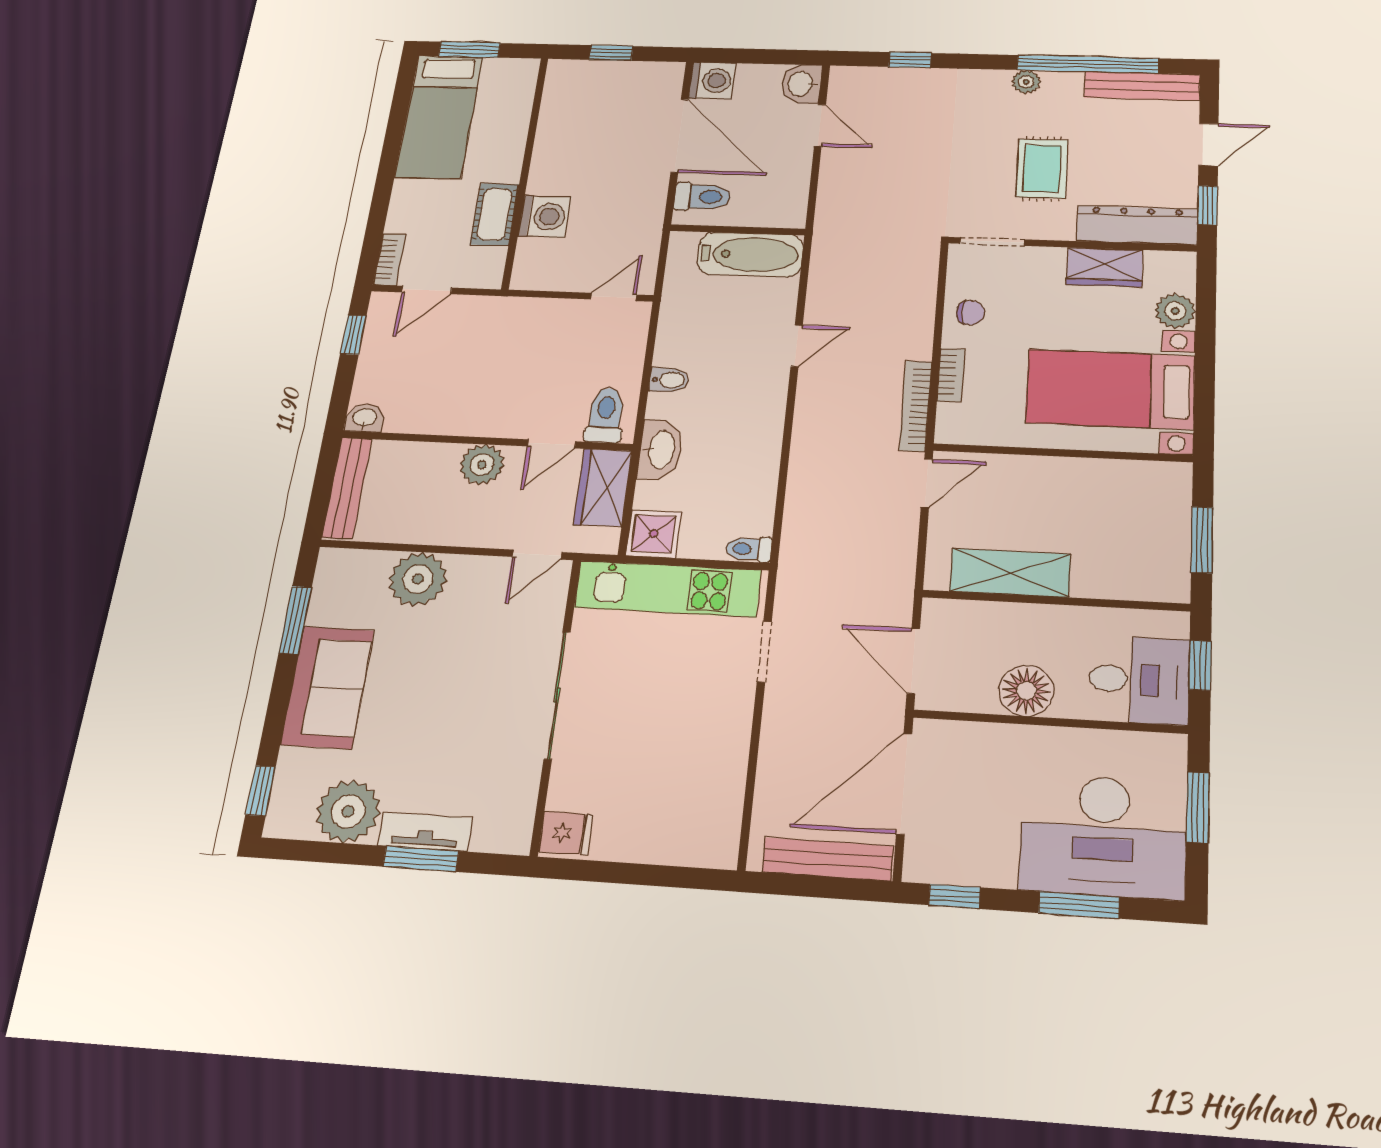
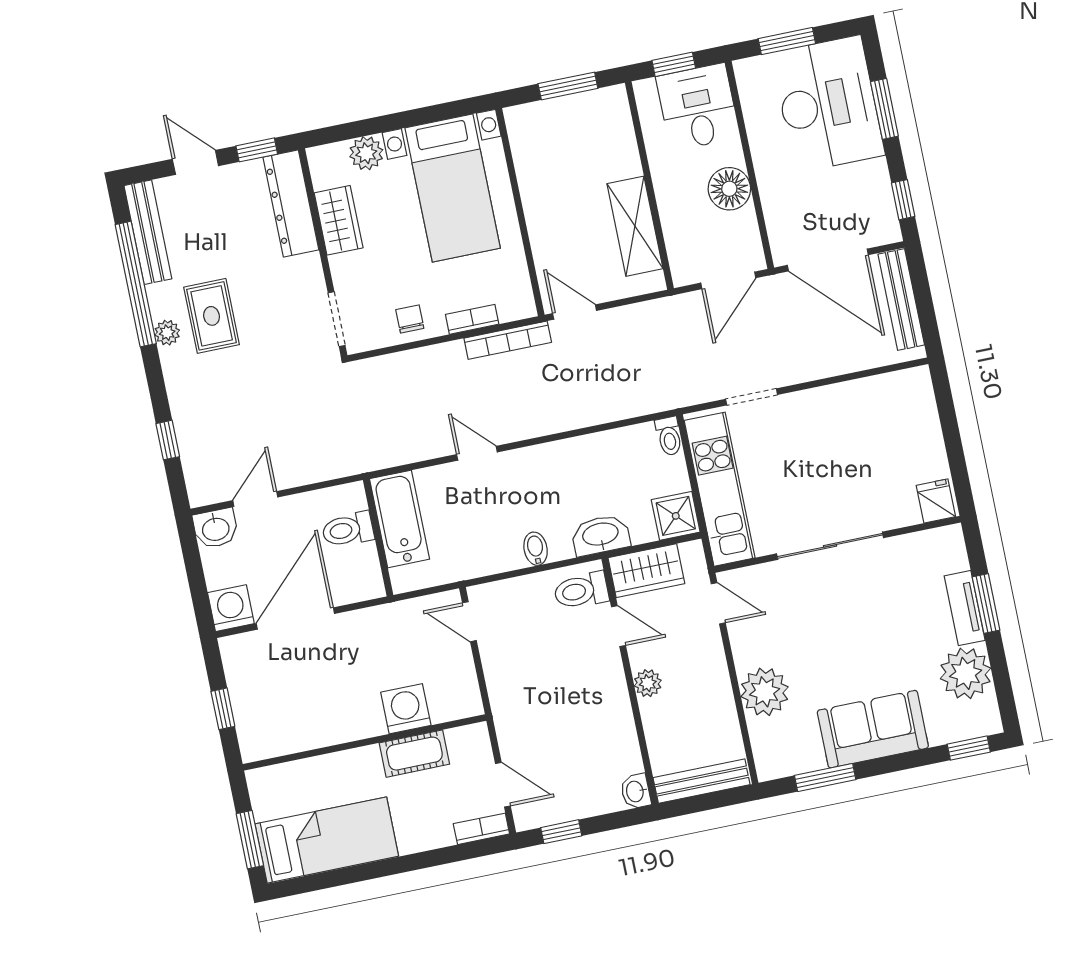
rug: (1042, 169) -> (212, 316), moved, turned 90
toilet: (702, 197) -> (348, 530), moved, turned -90
plant: (482, 465) -> (648, 683), width x0.73, depth x0.73

